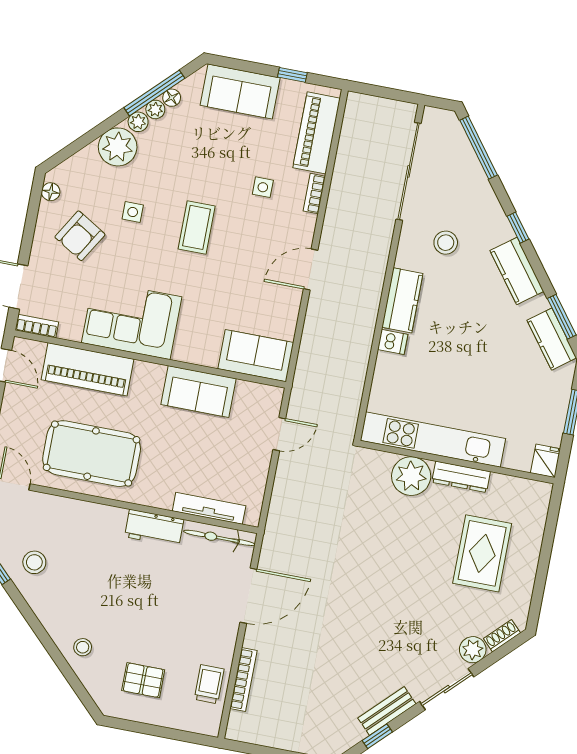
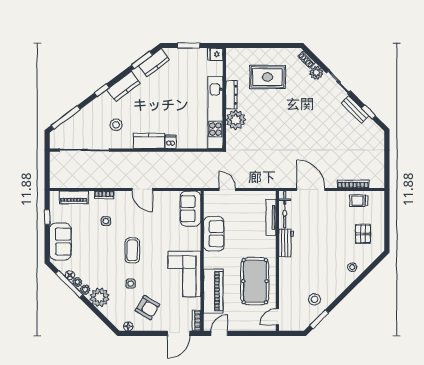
piano: (317, 133) -> (74, 197), width x0.73, depth x0.75
coffee table: (197, 227) -> (132, 250), turned 90

